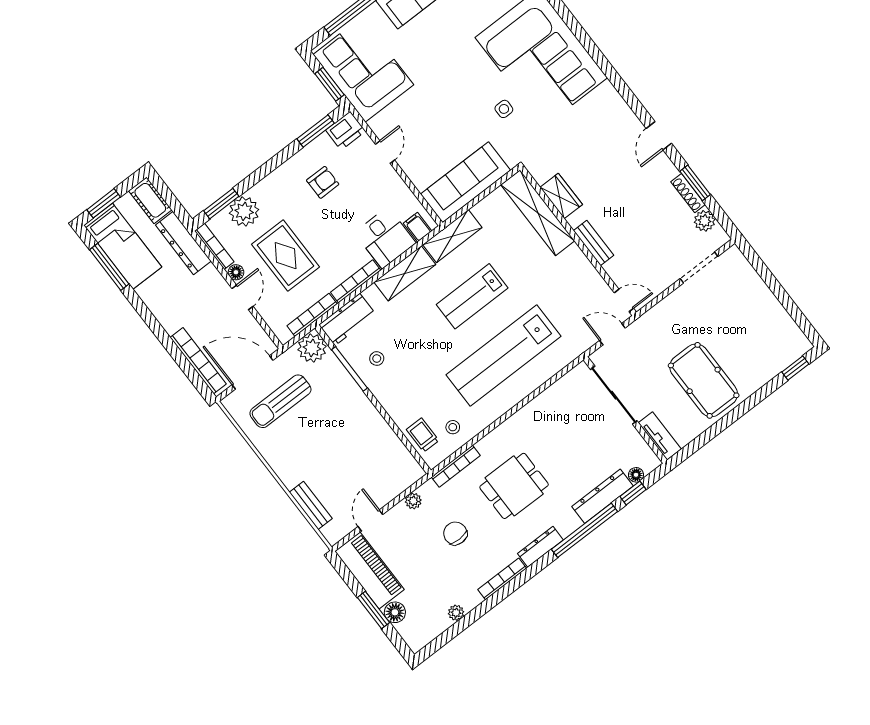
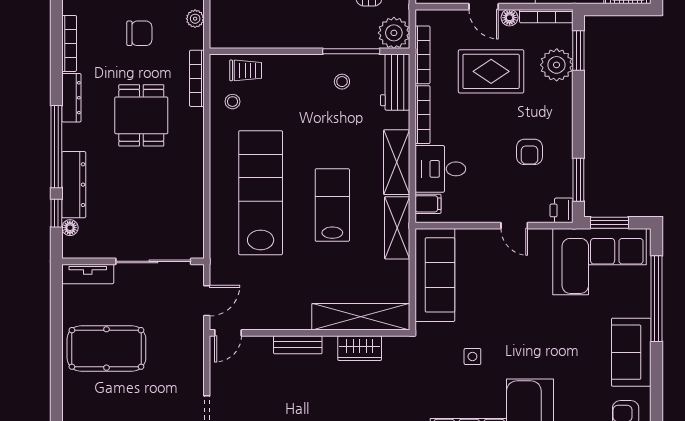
printer: (346, 131) -> (561, 210), width x0.73, depth x0.81

